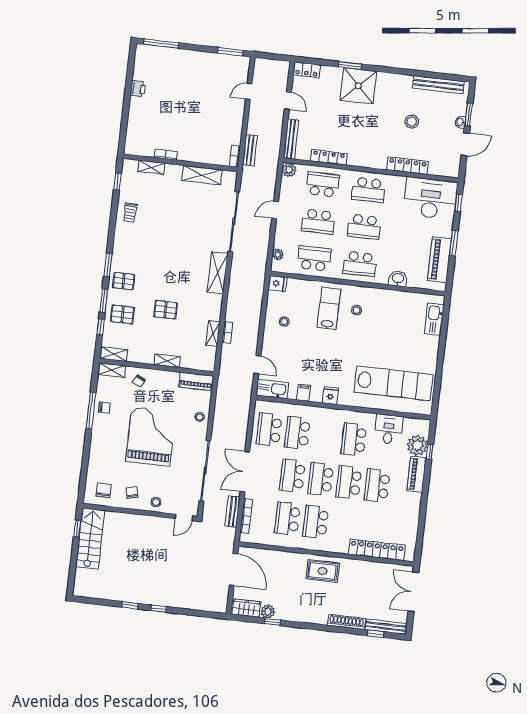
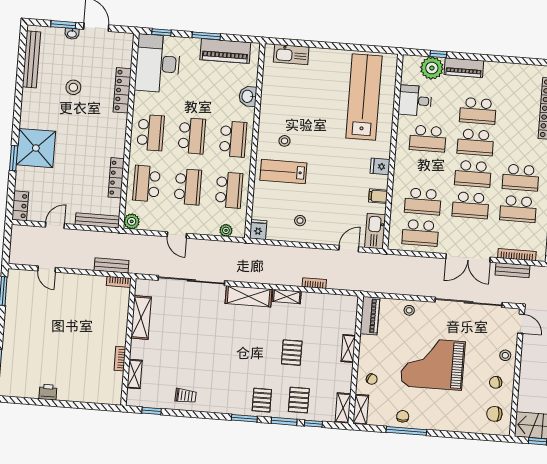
school desk: (314, 259) -> (229, 190), turned 180
shelving: (213, 333) -> (287, 296), moved

